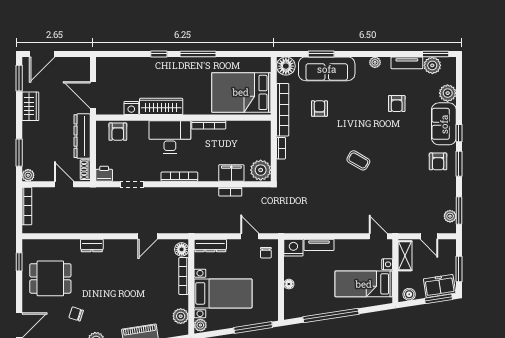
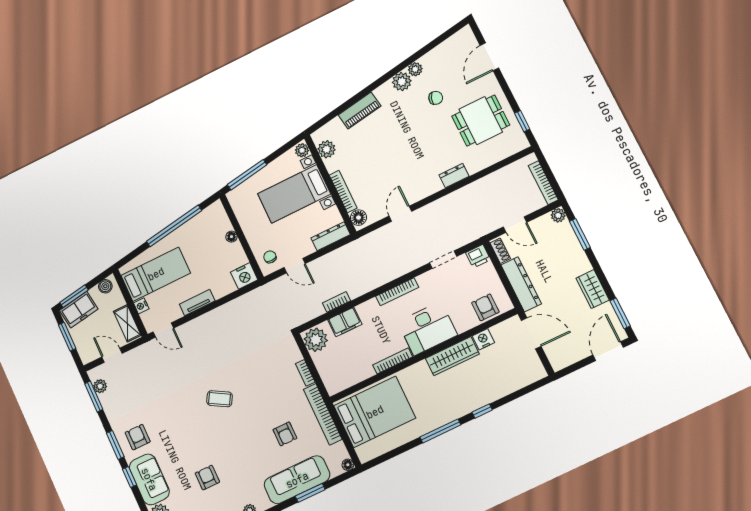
floor lamp: (286, 66) -> (348, 465), width x0.53, depth x0.53
tv unit: (319, 245) -> (197, 303), moved

